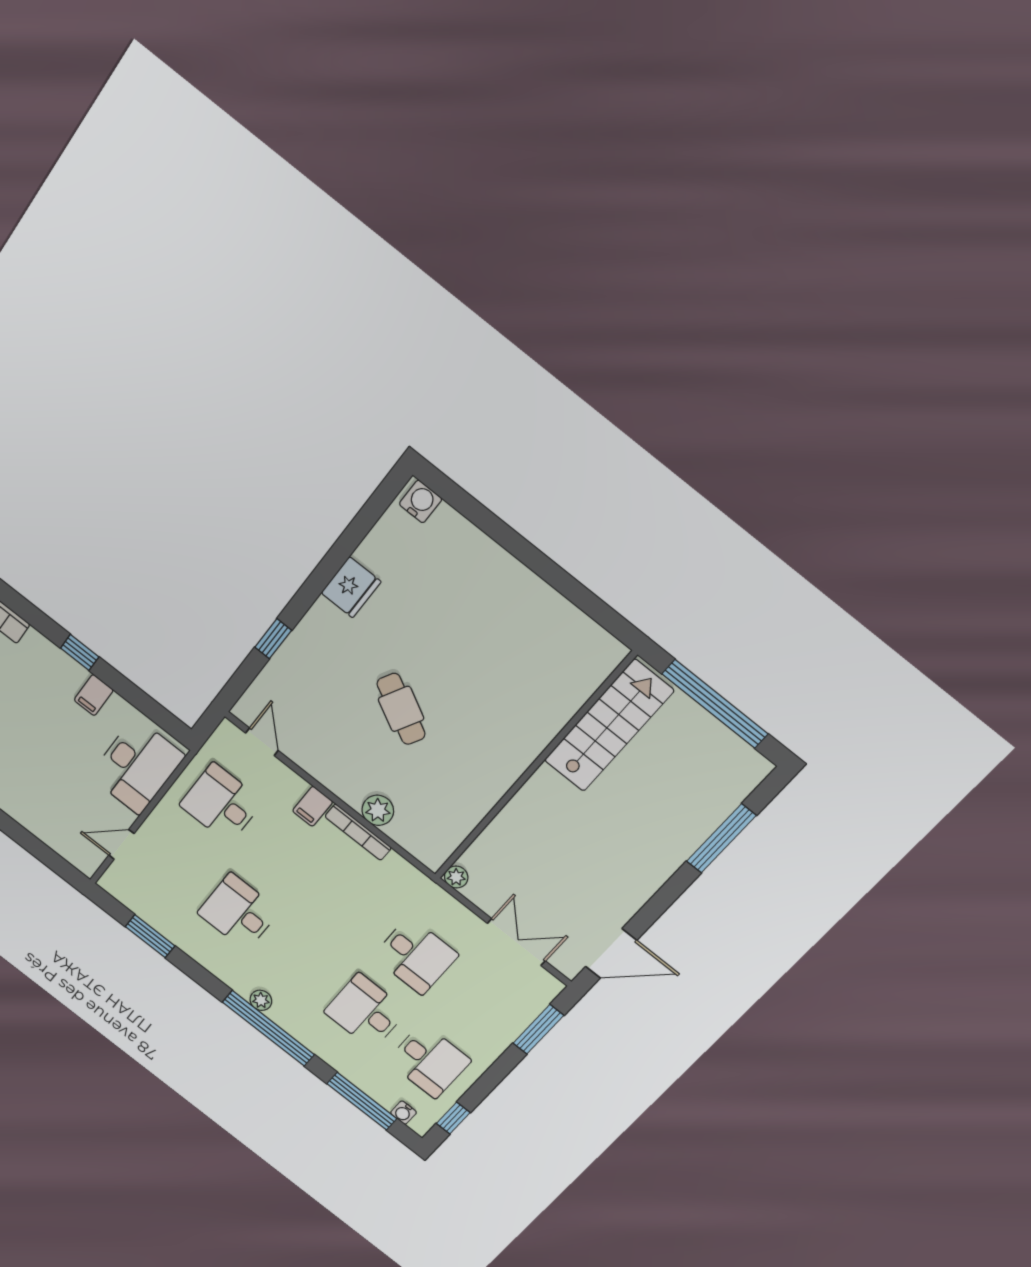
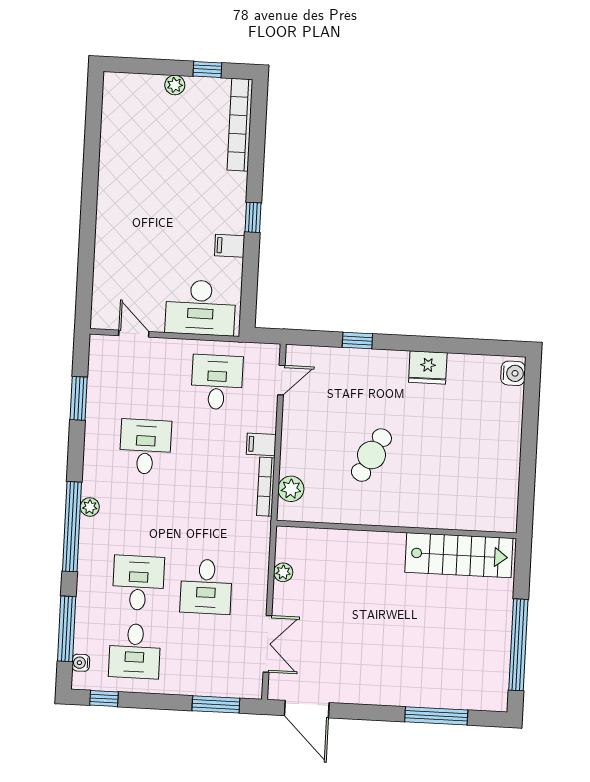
stairs: (609, 726) -> (459, 555), moved
wall: (533, 768) -> (396, 529), moved

